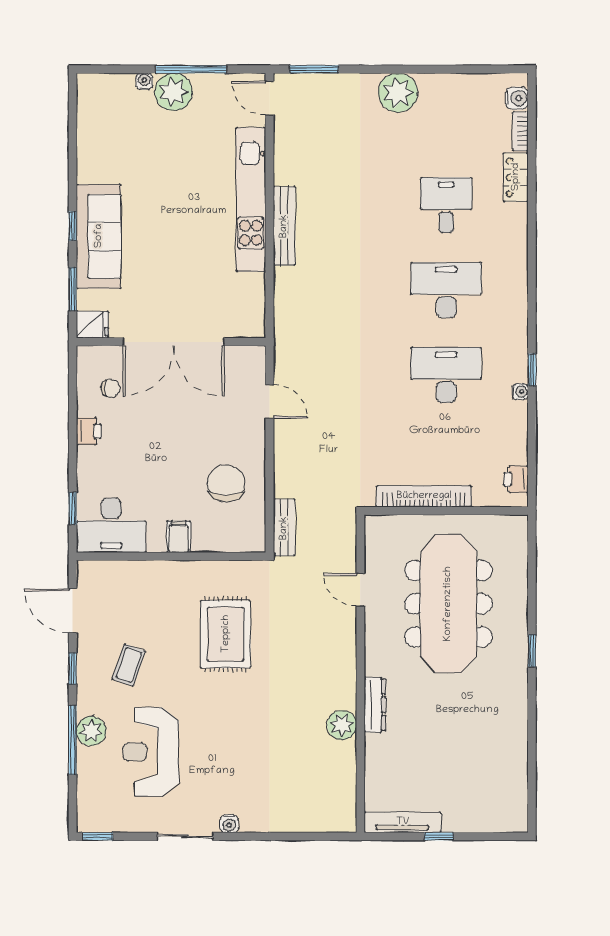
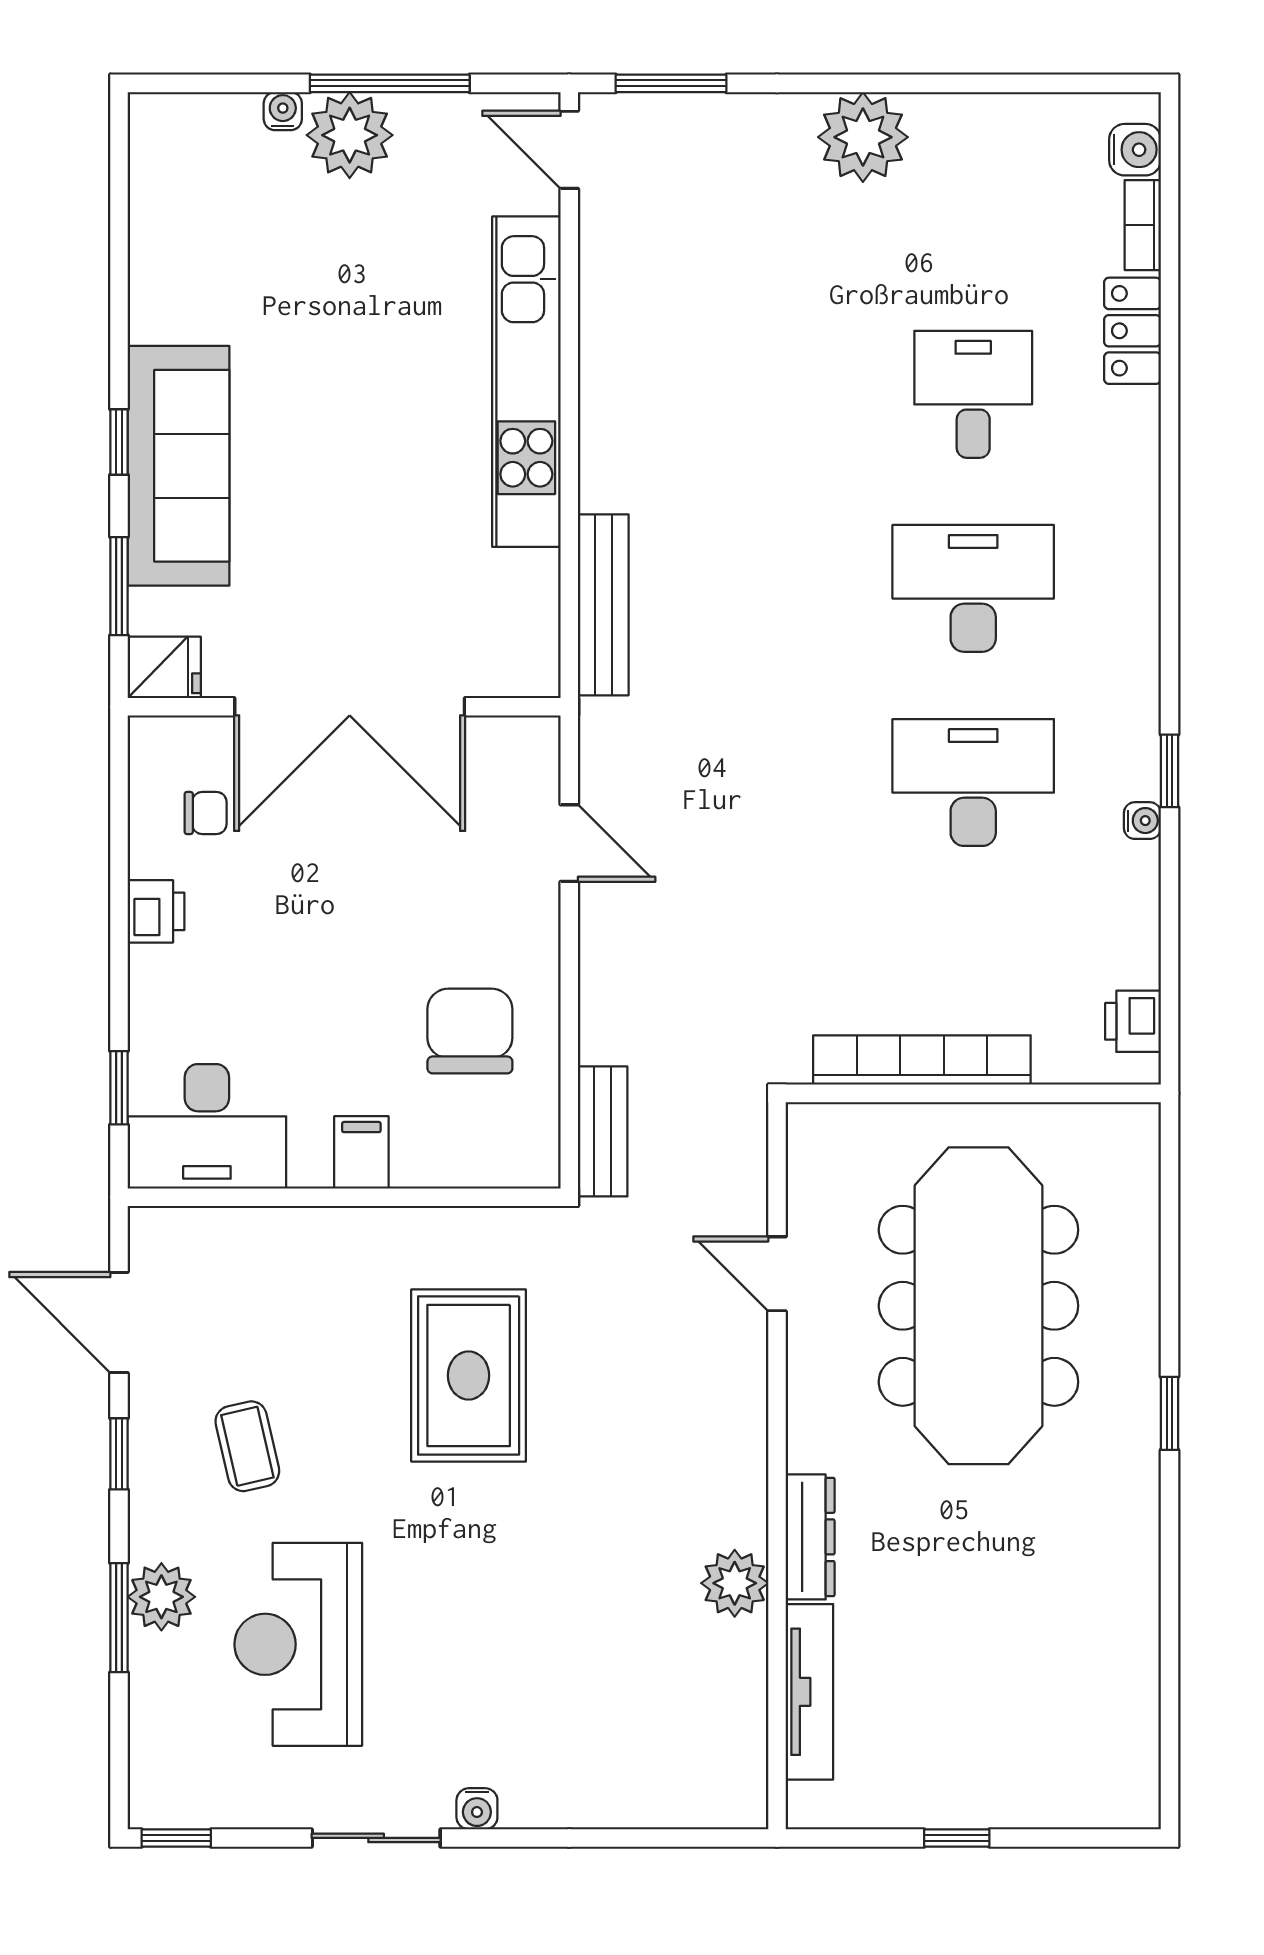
bench: (284, 226) -> (603, 605), moved
coffee table: (129, 665) -> (247, 1446), turned -32
window: (73, 740) -> (119, 1618), width x0.69
tv unit: (403, 822) -> (809, 1692), moved, turned 90

